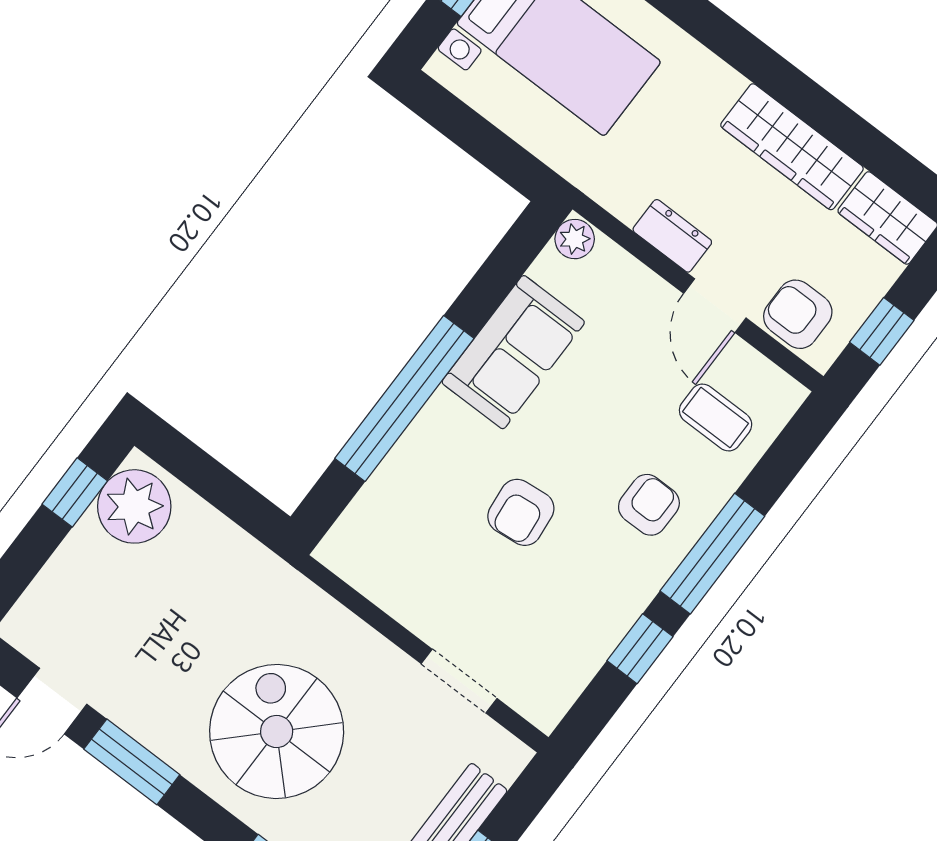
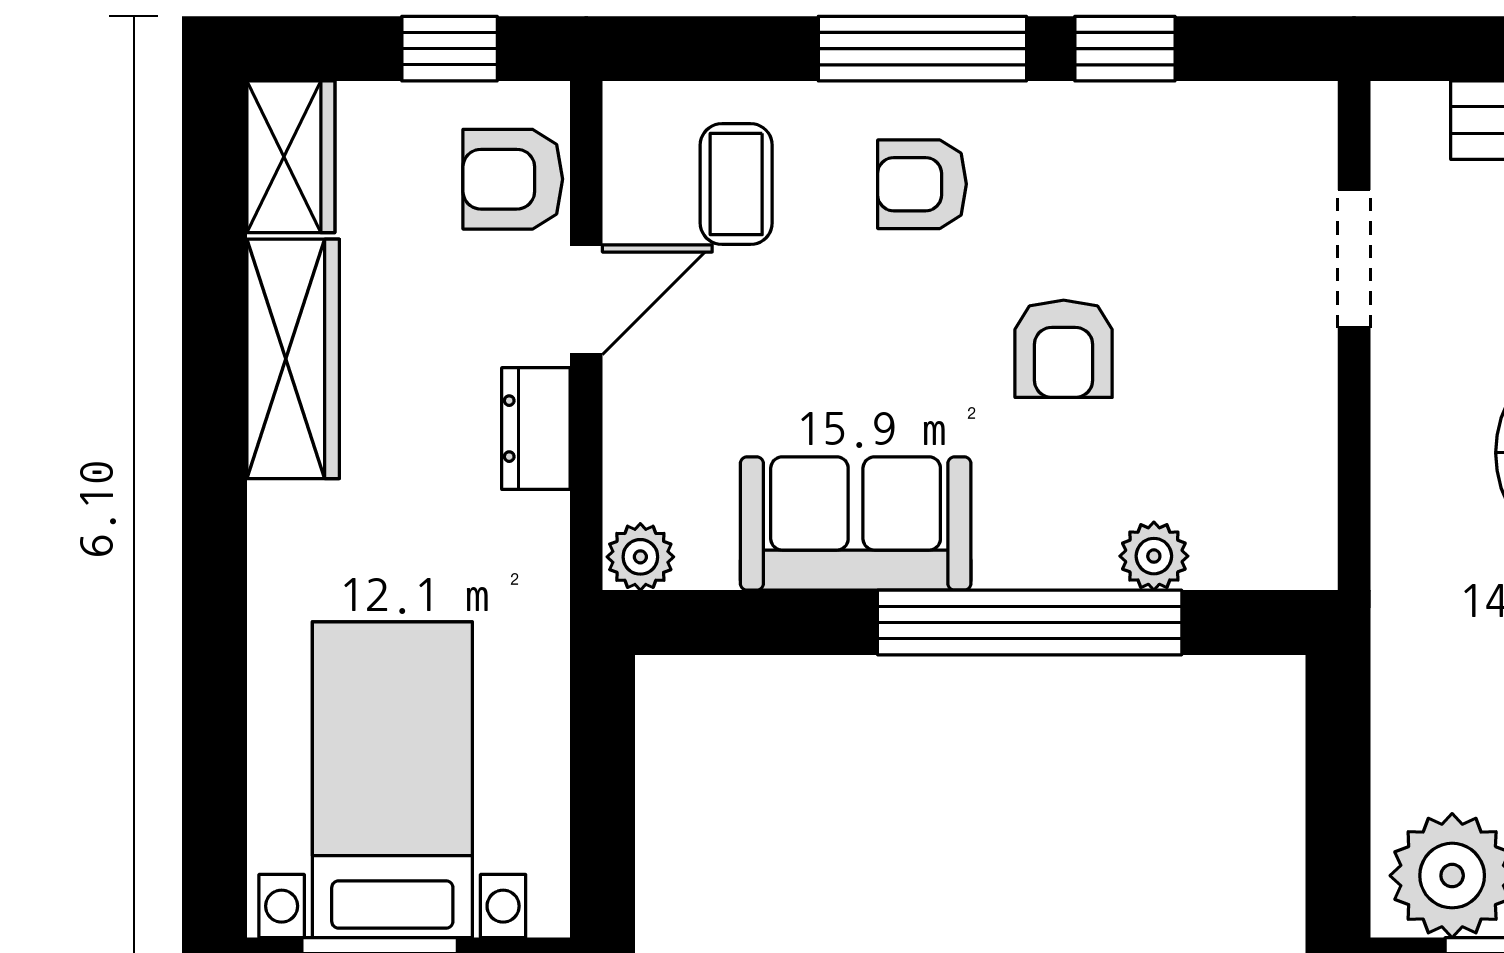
armchair: (798, 314) -> (513, 179), turned 90
plant: (391, 481) -> (1154, 556), added
armchair: (521, 512) -> (1064, 349), turned 96

